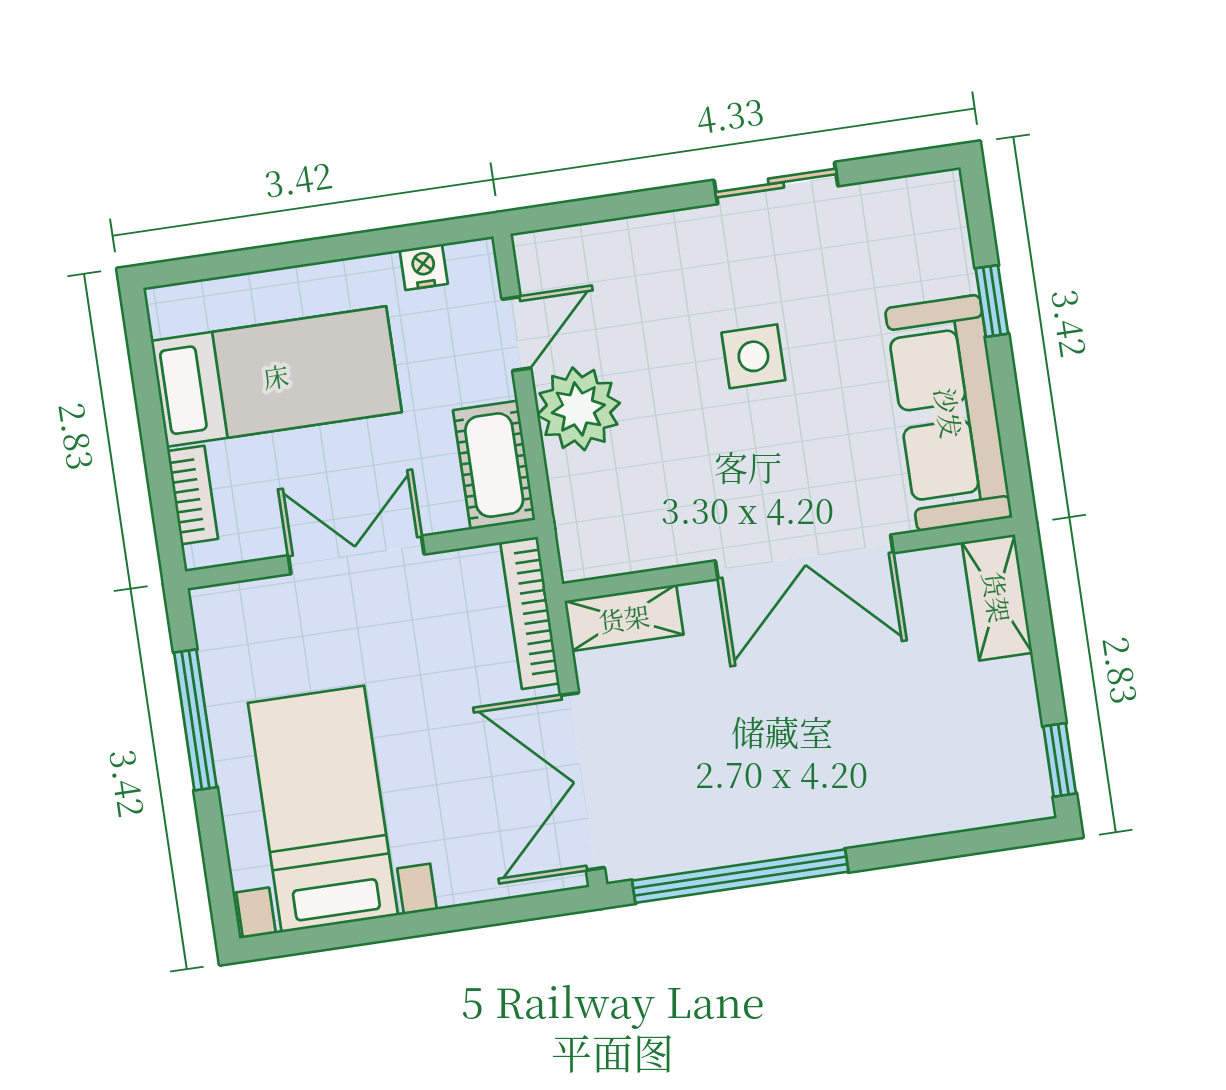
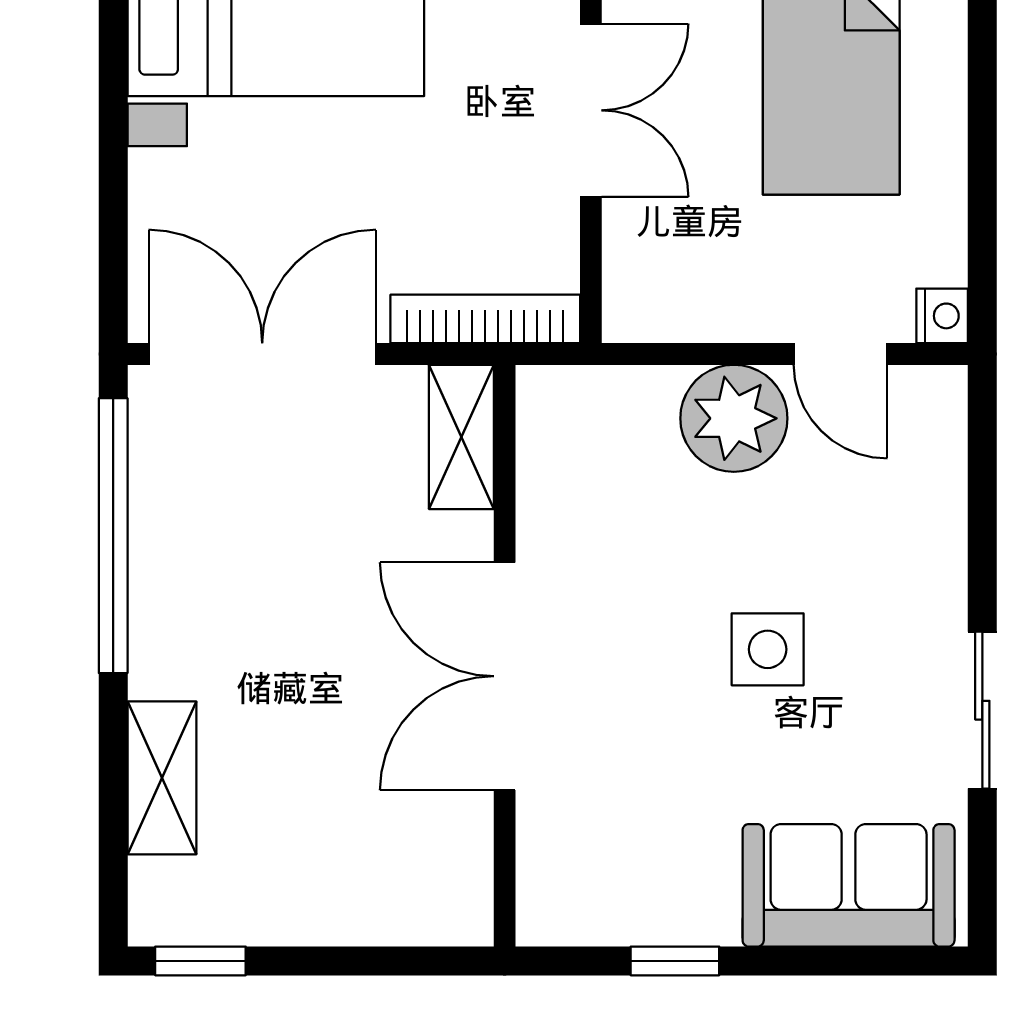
nightstand: (424, 267) -> (942, 316), moved
window: (992, 301) -> (675, 961), moved
sofa: (949, 413) -> (849, 885), moved, width x0.73
cot: (494, 465) -> (679, 301), removed
shelving: (997, 597) -> (162, 778), moved, turned 90

